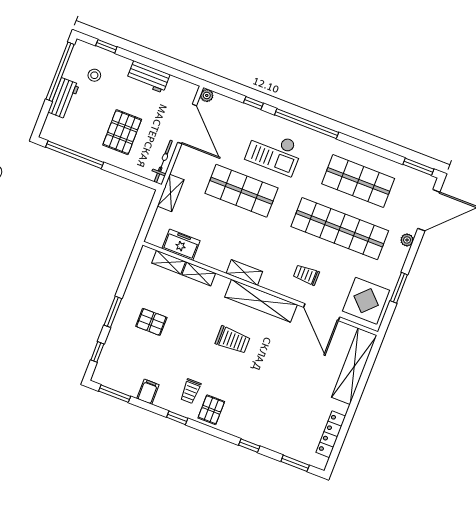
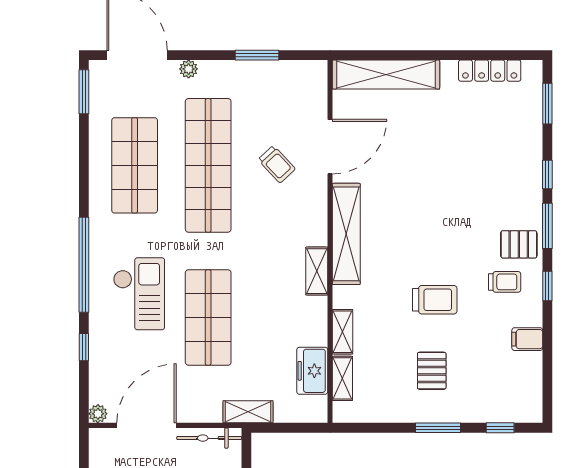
trolley: (306, 275) -> (277, 164), moved, turned -43
display table: (366, 301) -> (292, 93), removed
trolley: (233, 340) -> (435, 300), moved, turned 90
window: (115, 394) -> (547, 226), moved

